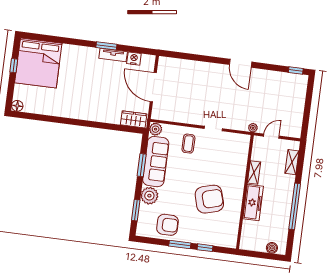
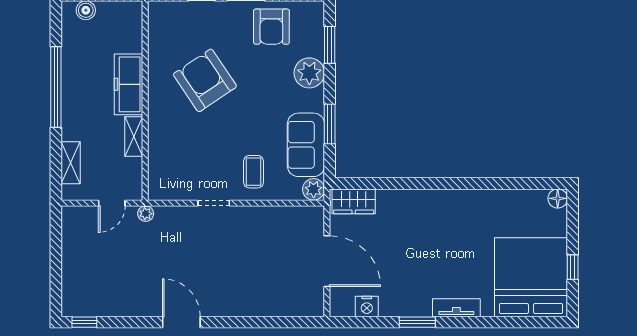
tv unit: (113, 55) -> (456, 308), moved
sofa: (156, 162) -> (306, 145), width x0.73
armchair: (209, 199) -> (205, 80), turned 72
armchair: (167, 225) -> (271, 27), turned -90

